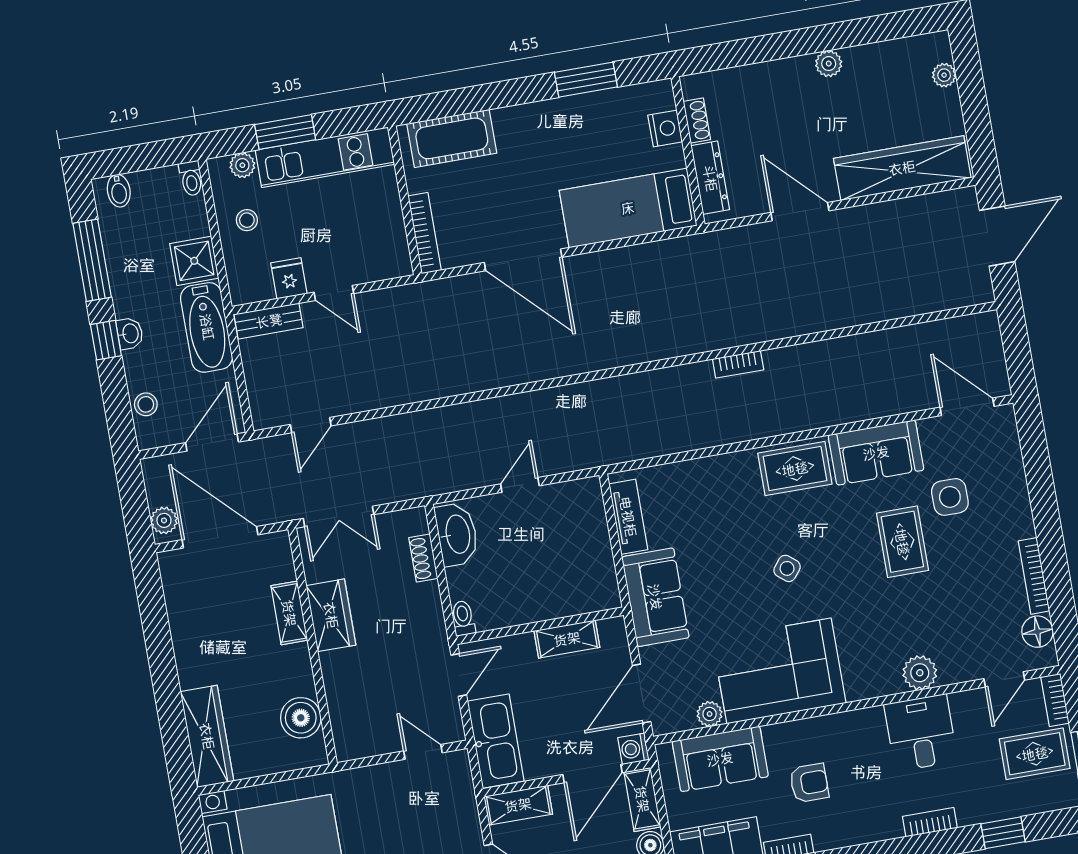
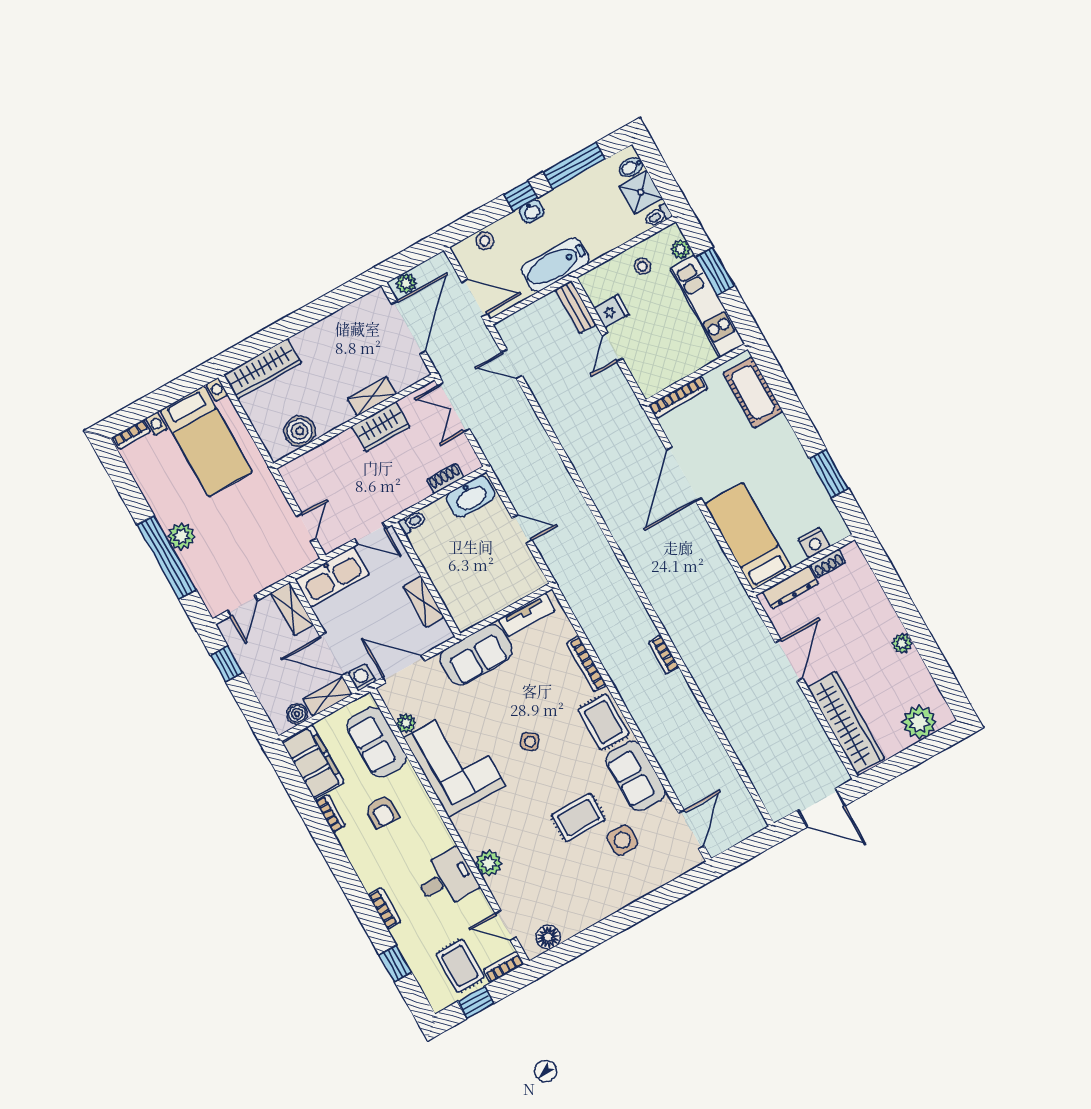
plant: (944, 75) -> (919, 722), width x1.87, depth x1.87
shower: (194, 261) -> (641, 192), moved
bookcase: (1034, 576) -> (586, 664), moved, turned -90

